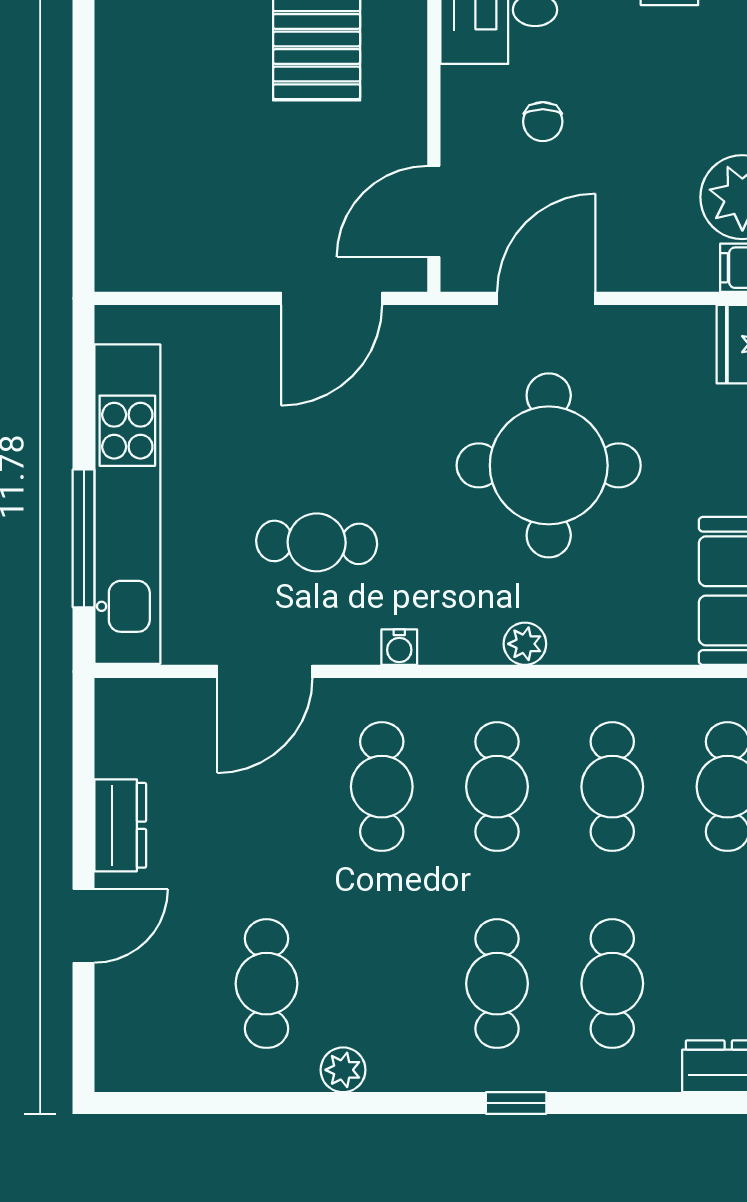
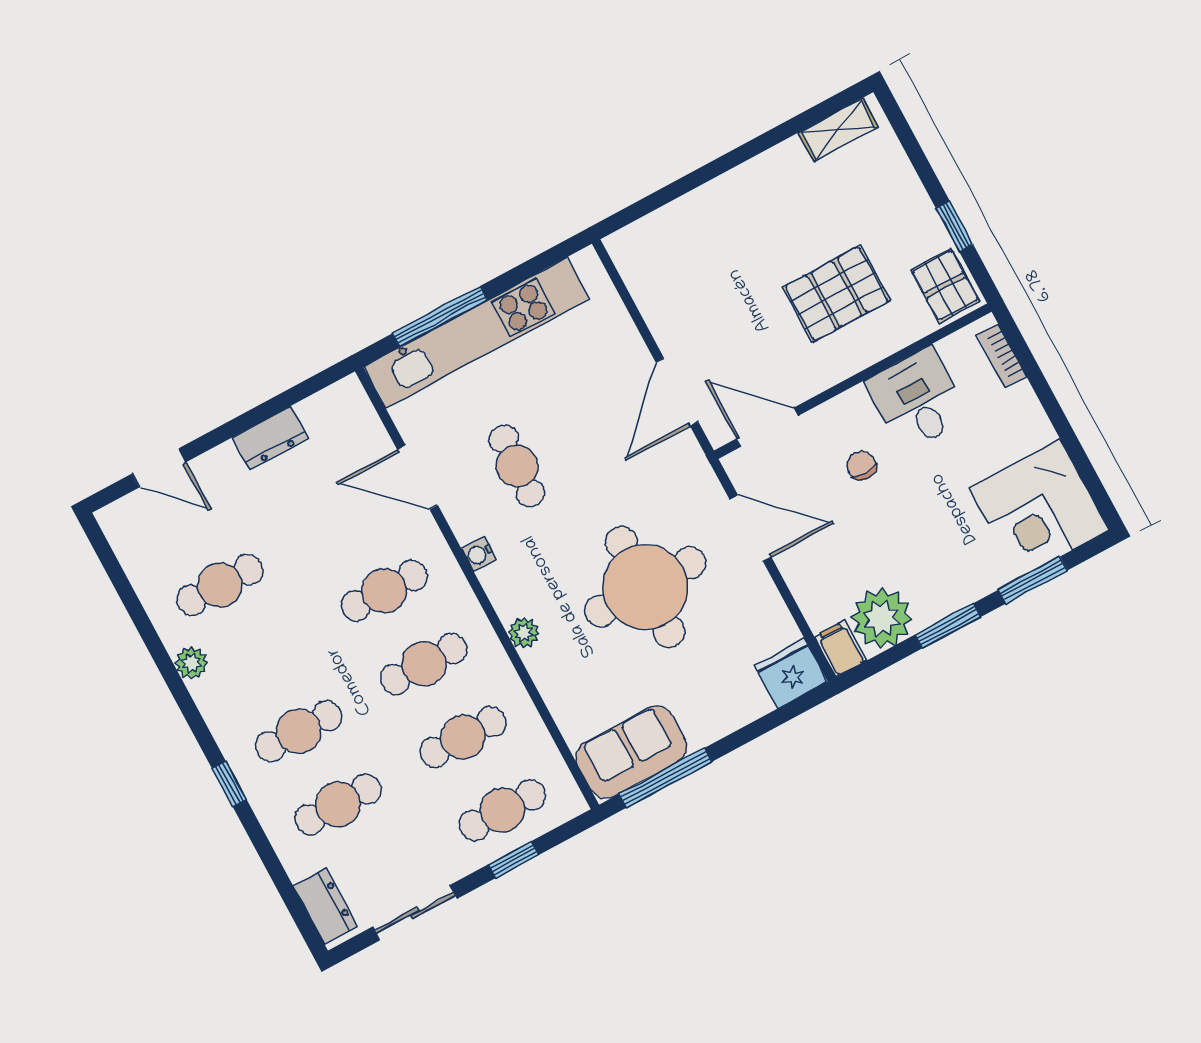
chair: (543, 122) -> (861, 466), turned 90
door: (332, 298) -> (677, 392), hinge flipped
door: (84, 926) -> (159, 468), moved

